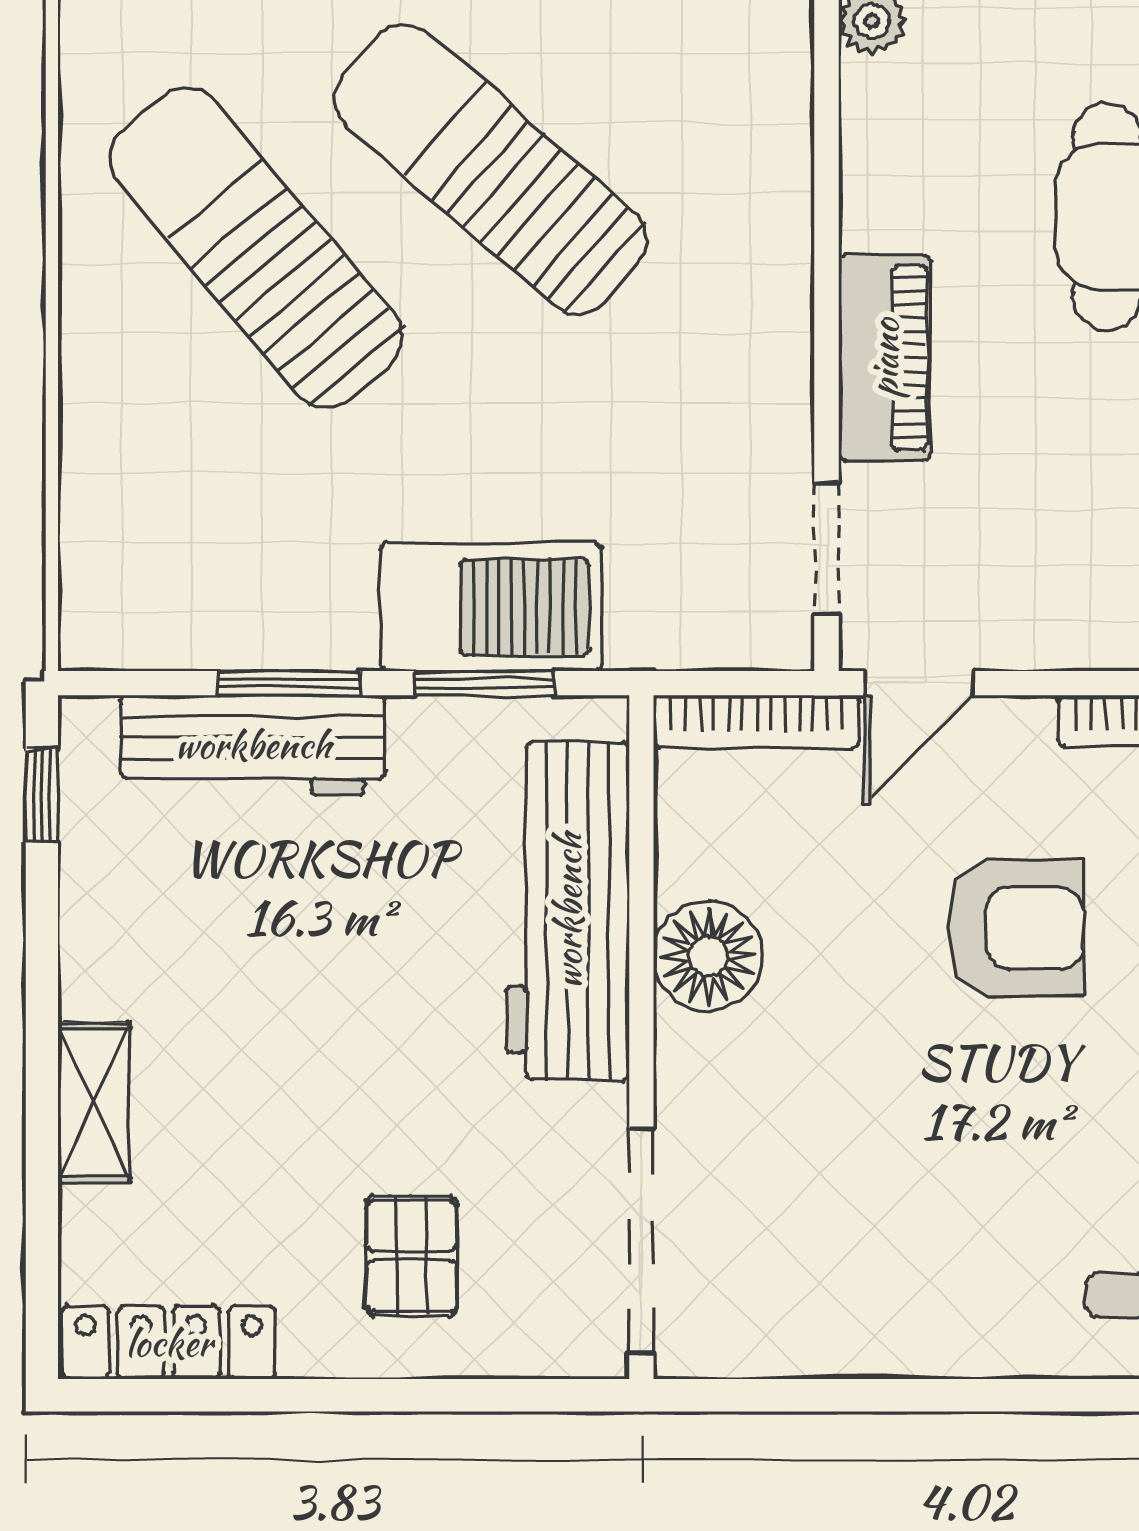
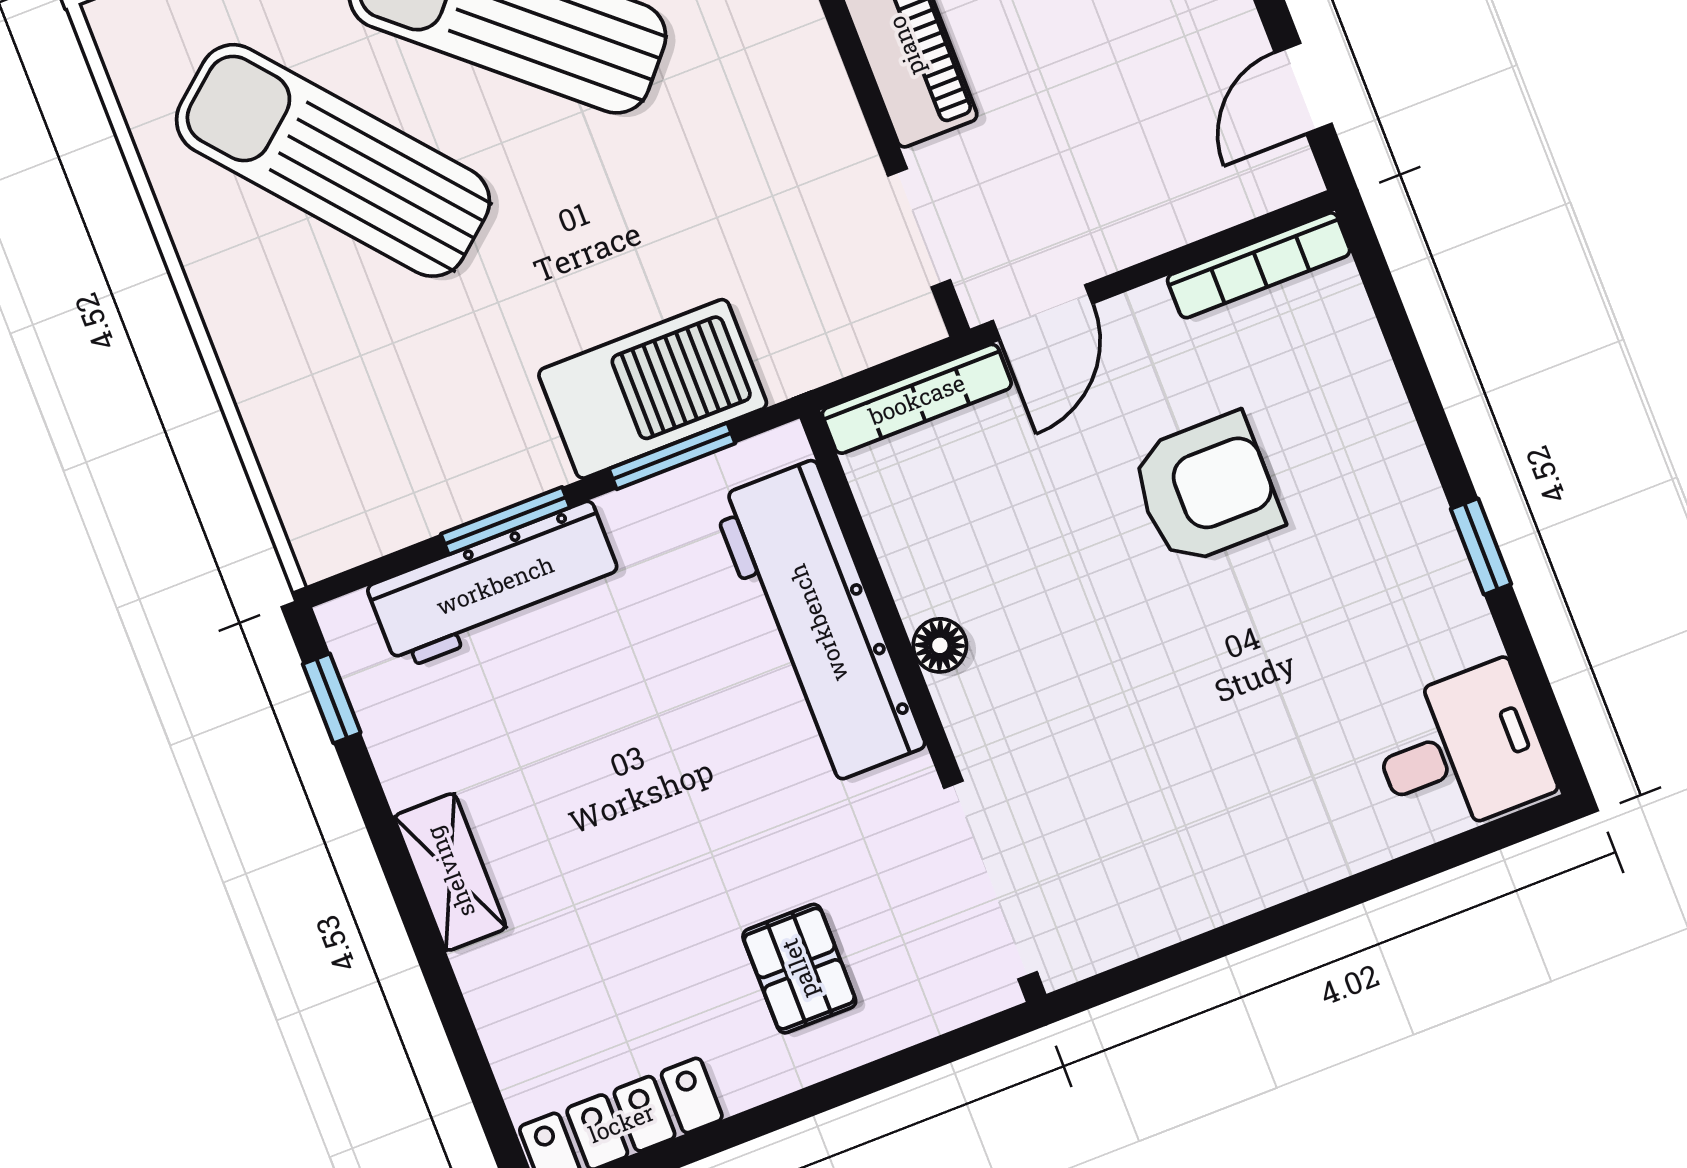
floor lamp: (708, 956) -> (940, 645), width x0.53, depth x0.53
shelving: (94, 1103) -> (450, 872), moved

